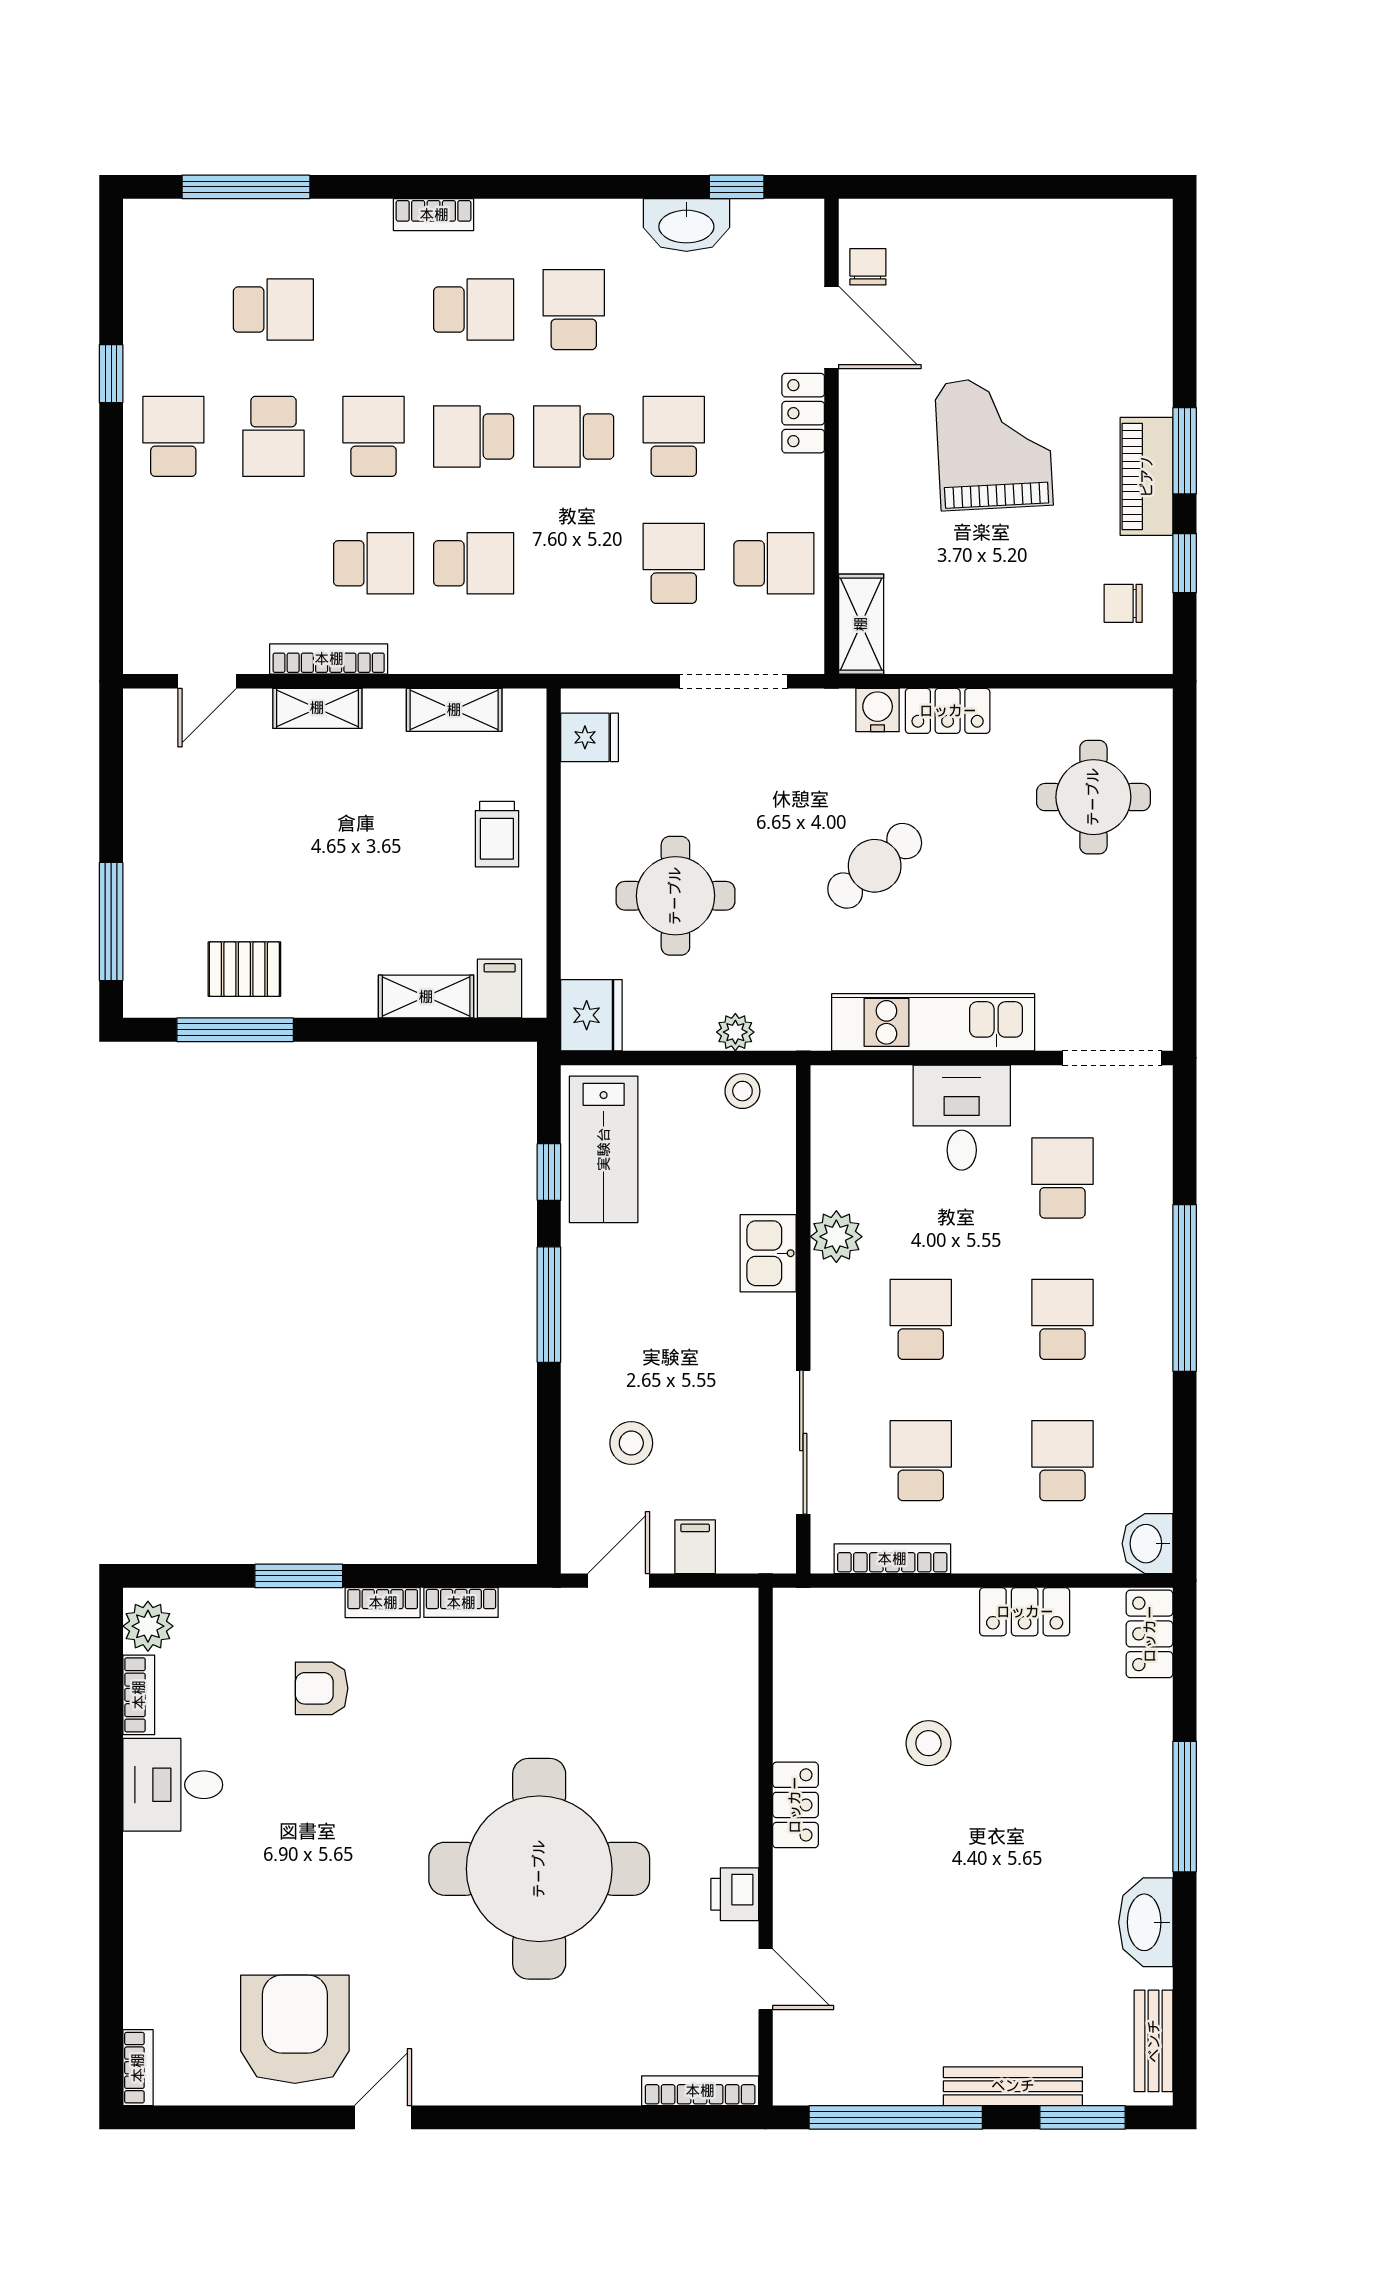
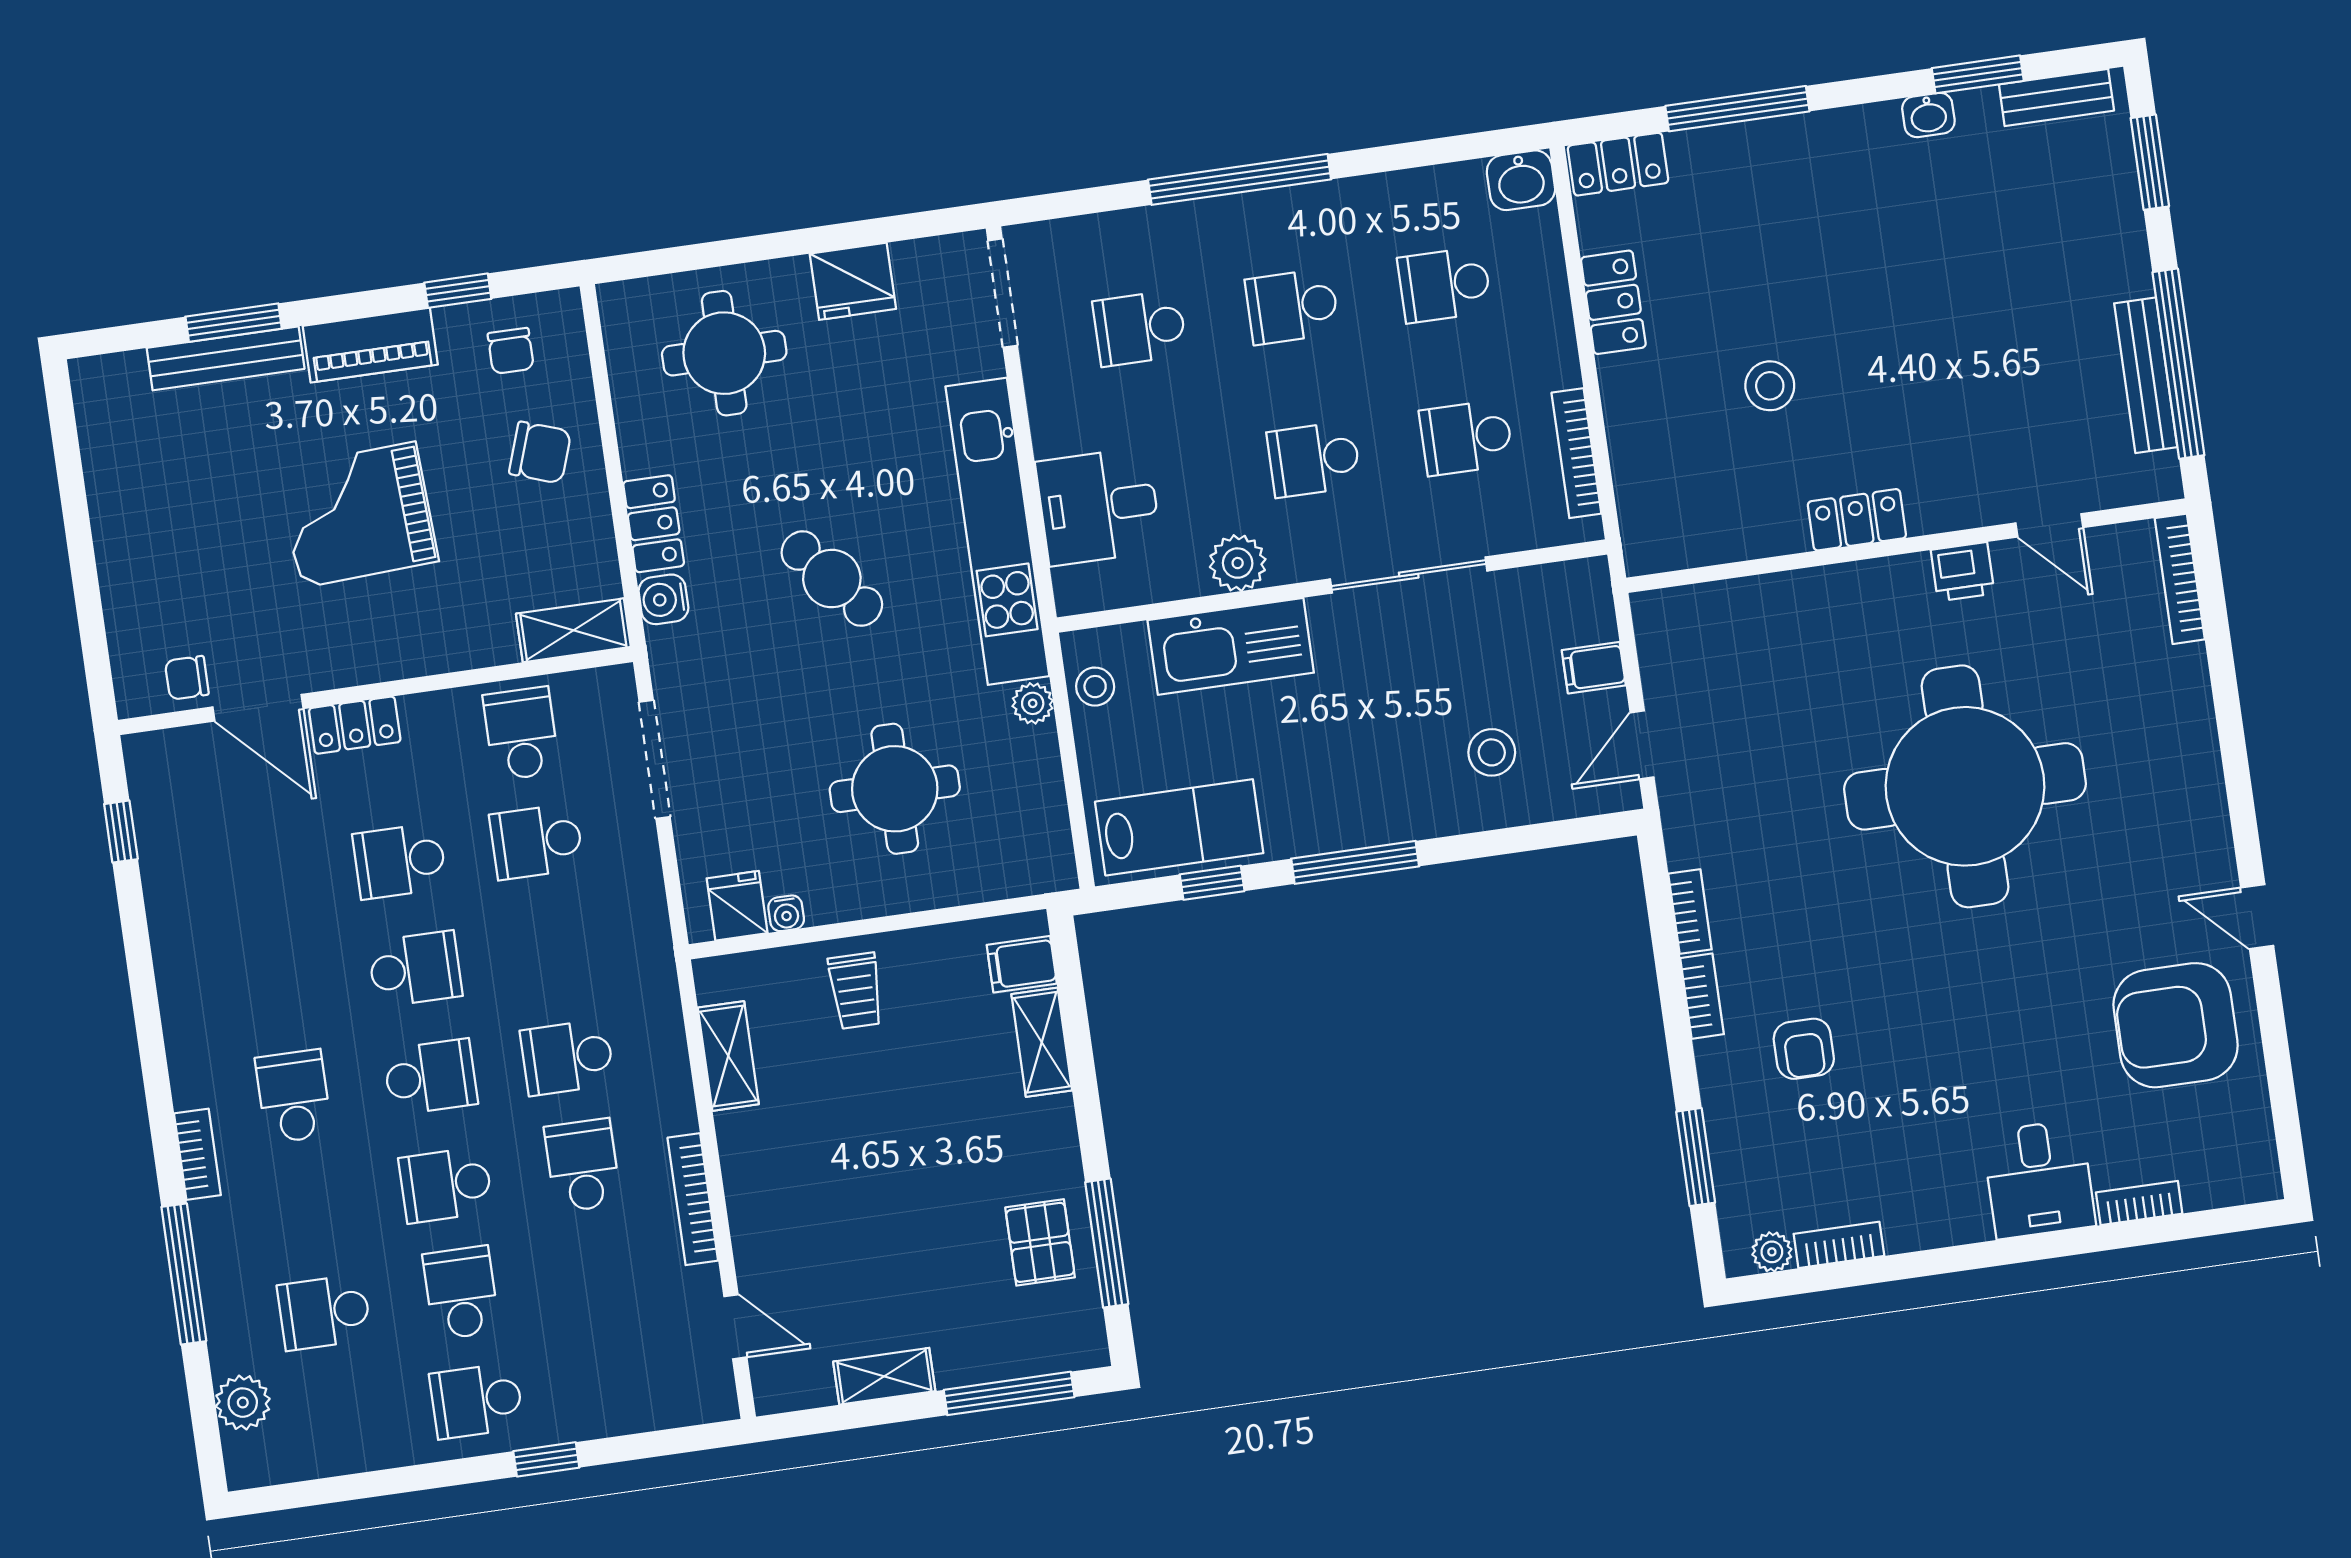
window: (246, 187) -> (184, 1274), moved
plant: (202, 224) -> (243, 1403), added
washbasin: (686, 225) -> (170, 880), removed
school desk: (273, 310) -> (324, 1312), turned -90
school desk: (574, 310) -> (278, 988), removed
door: (831, 327) -> (258, 708), swing flipped
bench: (1153, 343) -> (226, 358), added
window: (111, 374) -> (546, 1459), moved
school desk: (273, 436) -> (461, 1293), turned -90
school desk: (474, 436) -> (430, 1077), turned -90
school desk: (574, 436) -> (415, 969), turned -90
window: (1185, 451) -> (234, 323), moved
school desk: (474, 563) -> (567, 1057), turned -90
chair: (1027, 617) -> (540, 452), added
shelving: (317, 708) -> (884, 1376), moved, turned 90
water cooler: (576, 781) -> (786, 913), added
trolley: (497, 834) -> (856, 991), turned 90
fridge: (591, 1015) -> (853, 281), moved, turned 180
kitchen unit: (933, 1022) -> (997, 531), width x1.36
desk: (962, 1118) -> (1099, 506), moved
kitchen sink: (768, 1253) -> (1231, 646), width x1.88, depth x1.24
sliding door: (803, 1442) -> (1409, 575), moved
window: (299, 1576) -> (1696, 1157), moved
door: (619, 1581) -> (1642, 745), hinge flipped
plant: (148, 1626) -> (1772, 1252), width x0.73, depth x0.73
desk: (173, 1785) -> (2039, 1179), moved
window: (1185, 1807) -> (1737, 109), moved
washbasin: (1146, 1922) -> (1928, 115), width x0.52, depth x0.69
window: (1185, 1972) -> (1978, 74), added
door: (766, 1979) -> (2049, 525), swing flipped
bookcase: (138, 2068) -> (2139, 1203), moved
bench: (1013, 2086) -> (2146, 375), moved

